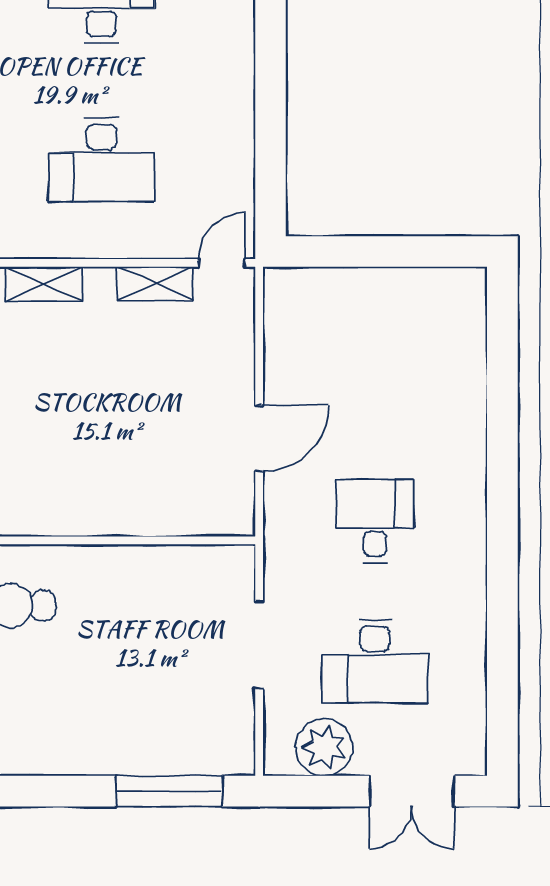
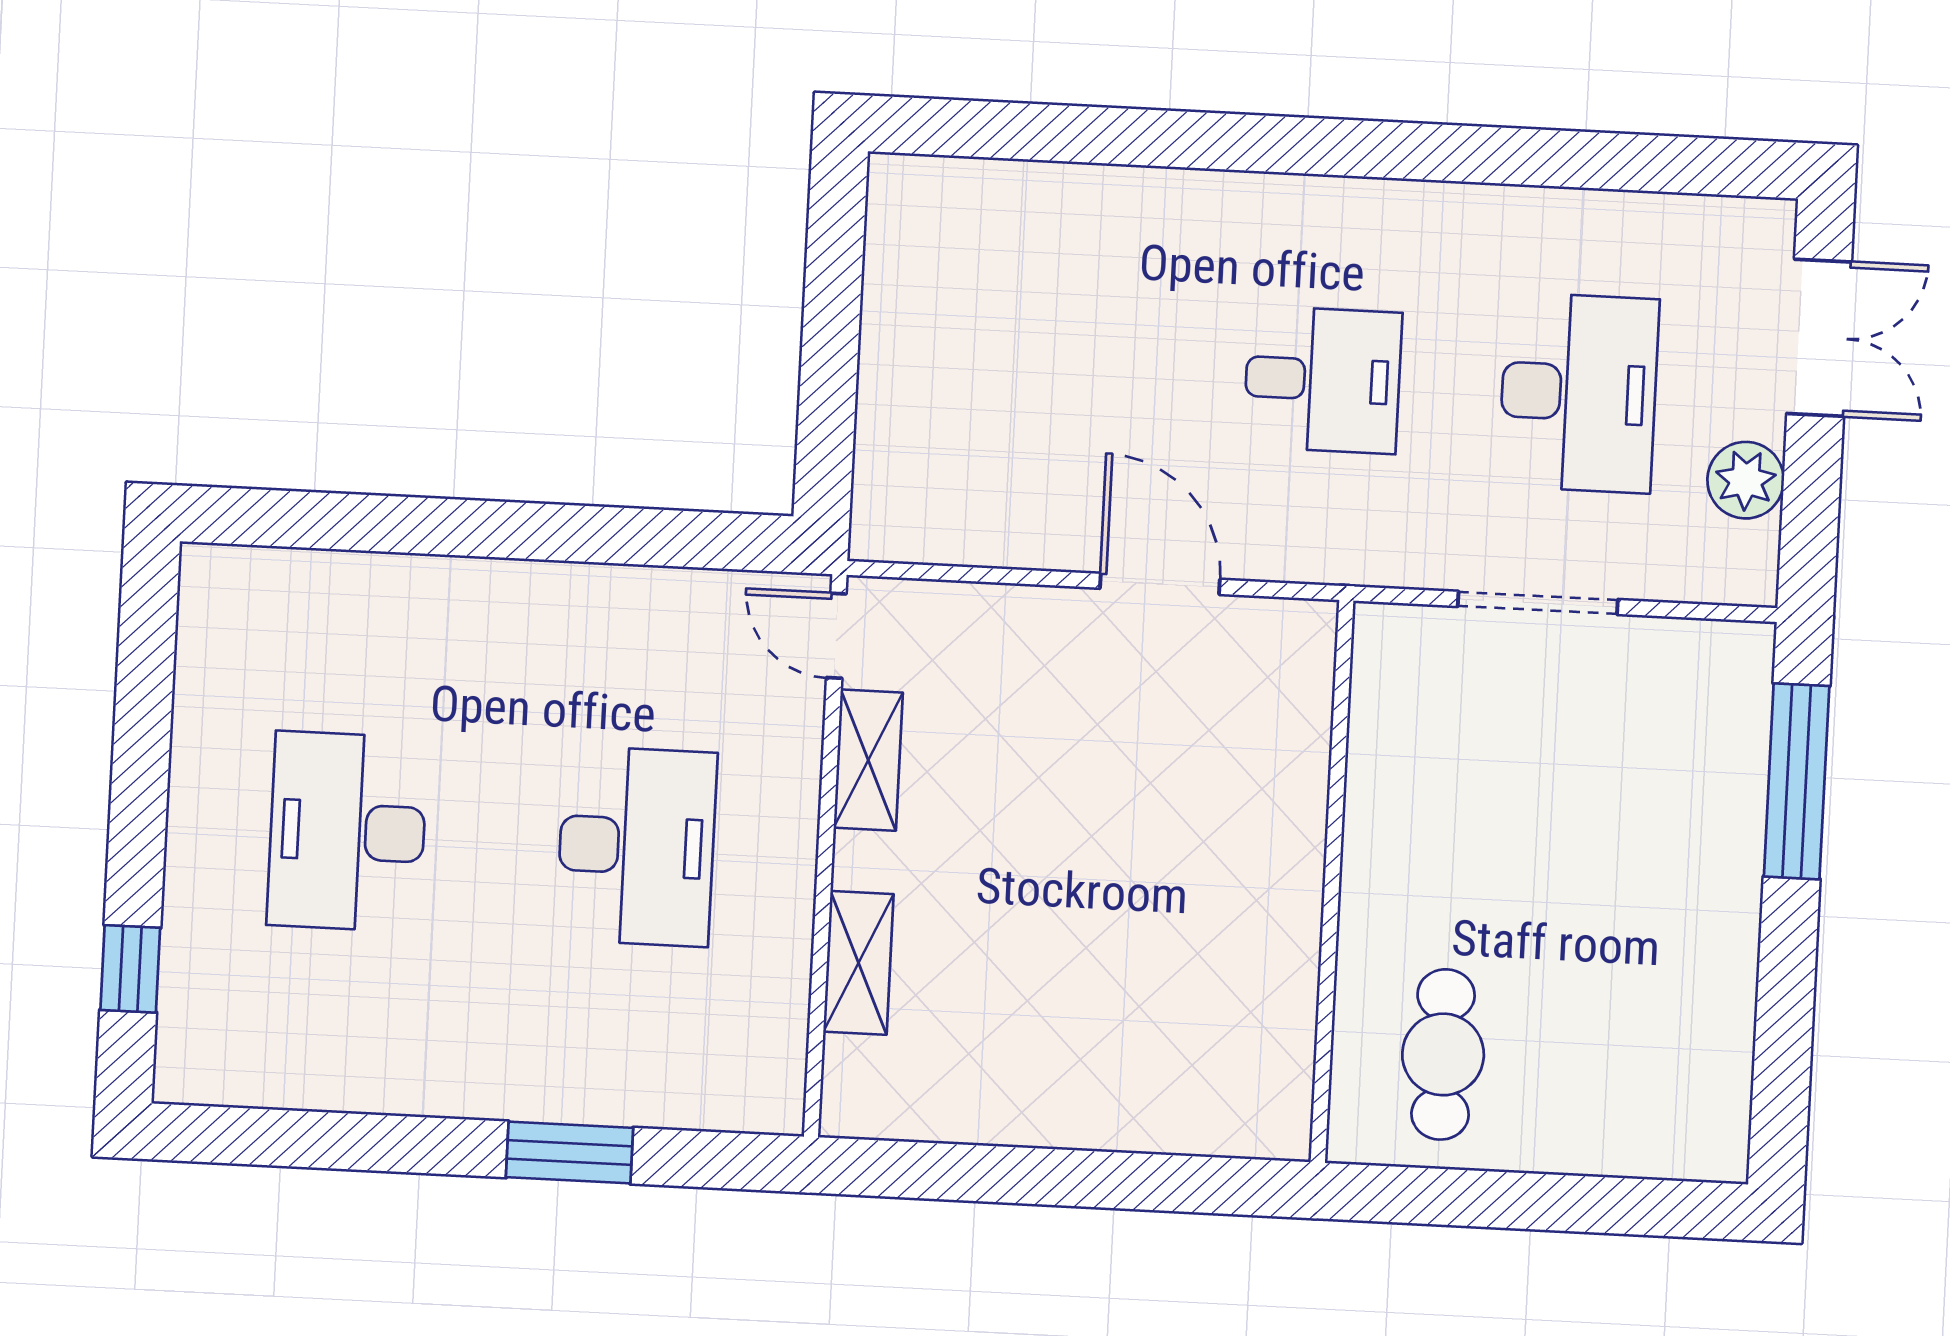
desk: (375, 521) -> (1323, 380), turned 180
plant: (324, 747) -> (1746, 480), width x0.73, depth x0.73

